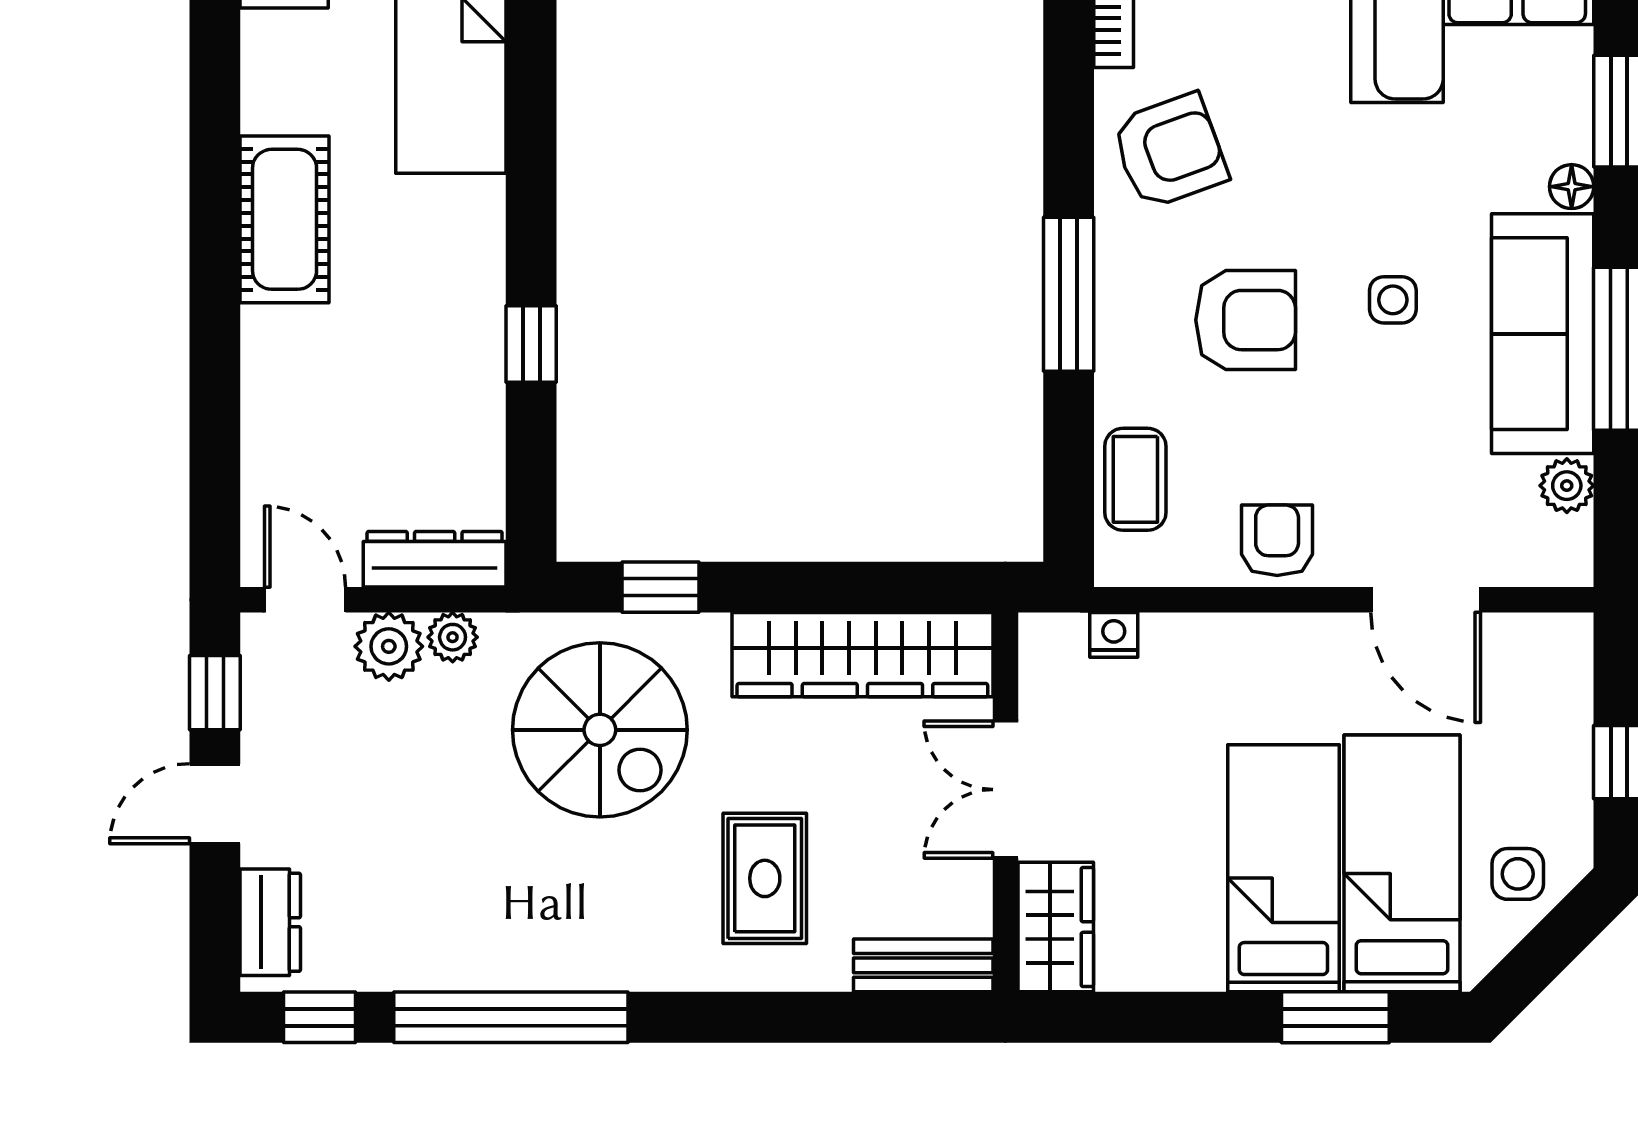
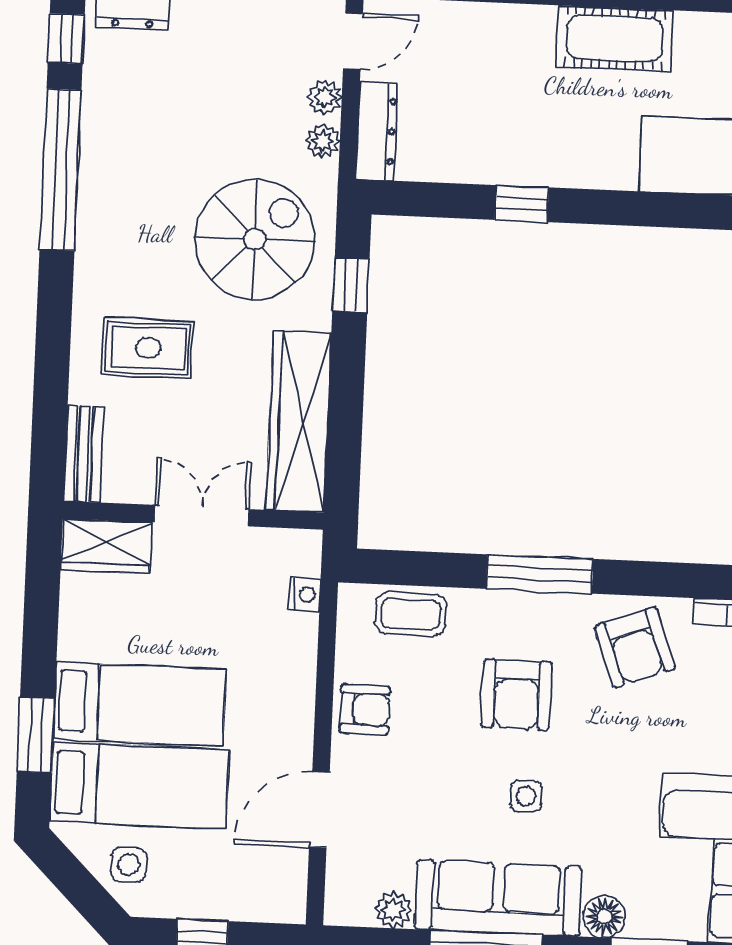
floor lamp: (1572, 187) -> (604, 917), width x1.37, depth x1.37
plant: (389, 646) -> (325, 97), width x0.73, depth x0.73
spiral stairs: (600, 730) -> (255, 239), turned 180

